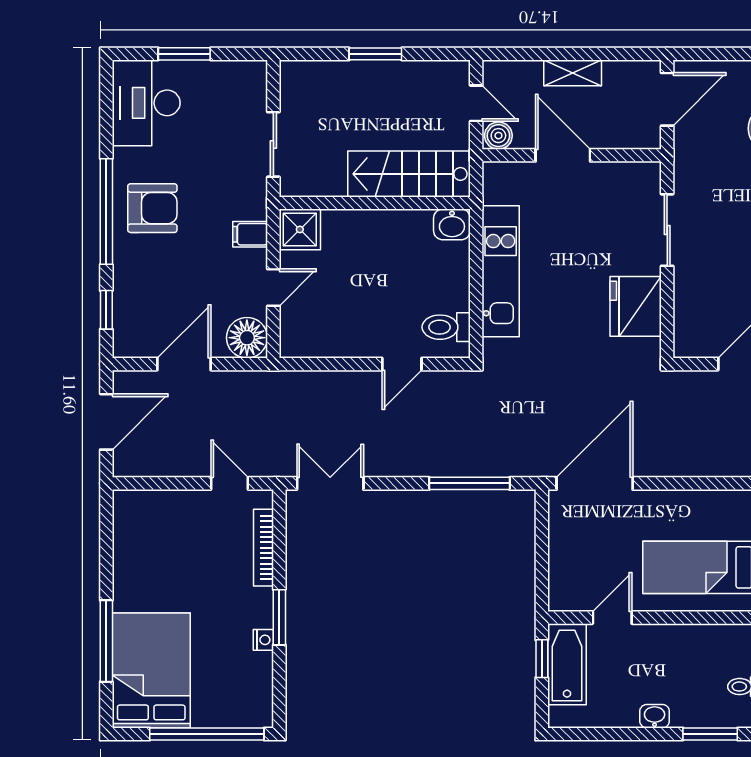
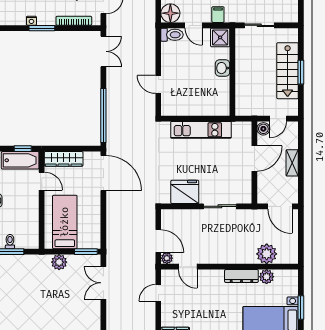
stairs: (409, 174) -> (288, 71), moved, turned 180
washbasin: (452, 224) -> (222, 68), moved
toilet: (446, 327) -> (172, 35), moved, turned 90
window: (469, 483) -> (103, 115), width x1.46
wardrobe: (564, 570) -> (64, 159), added

